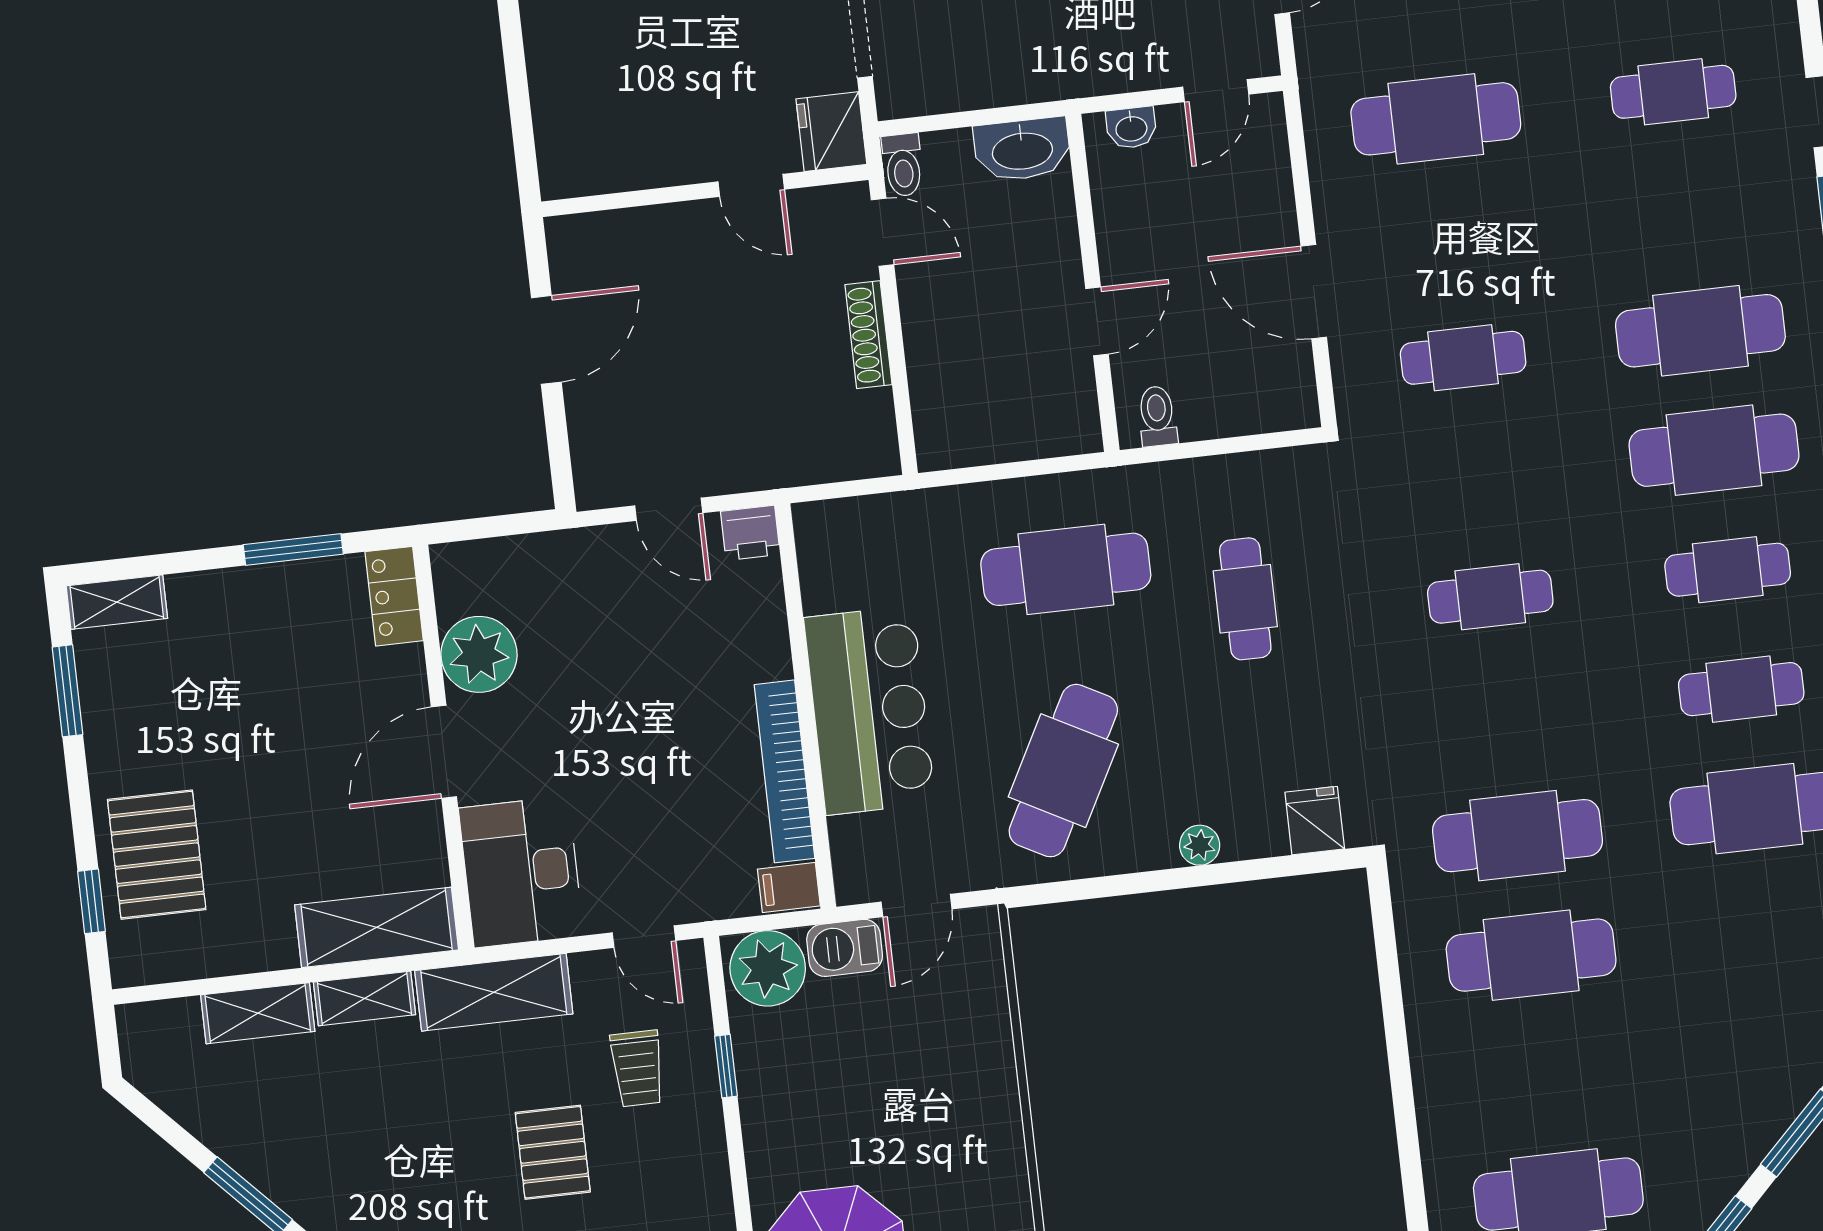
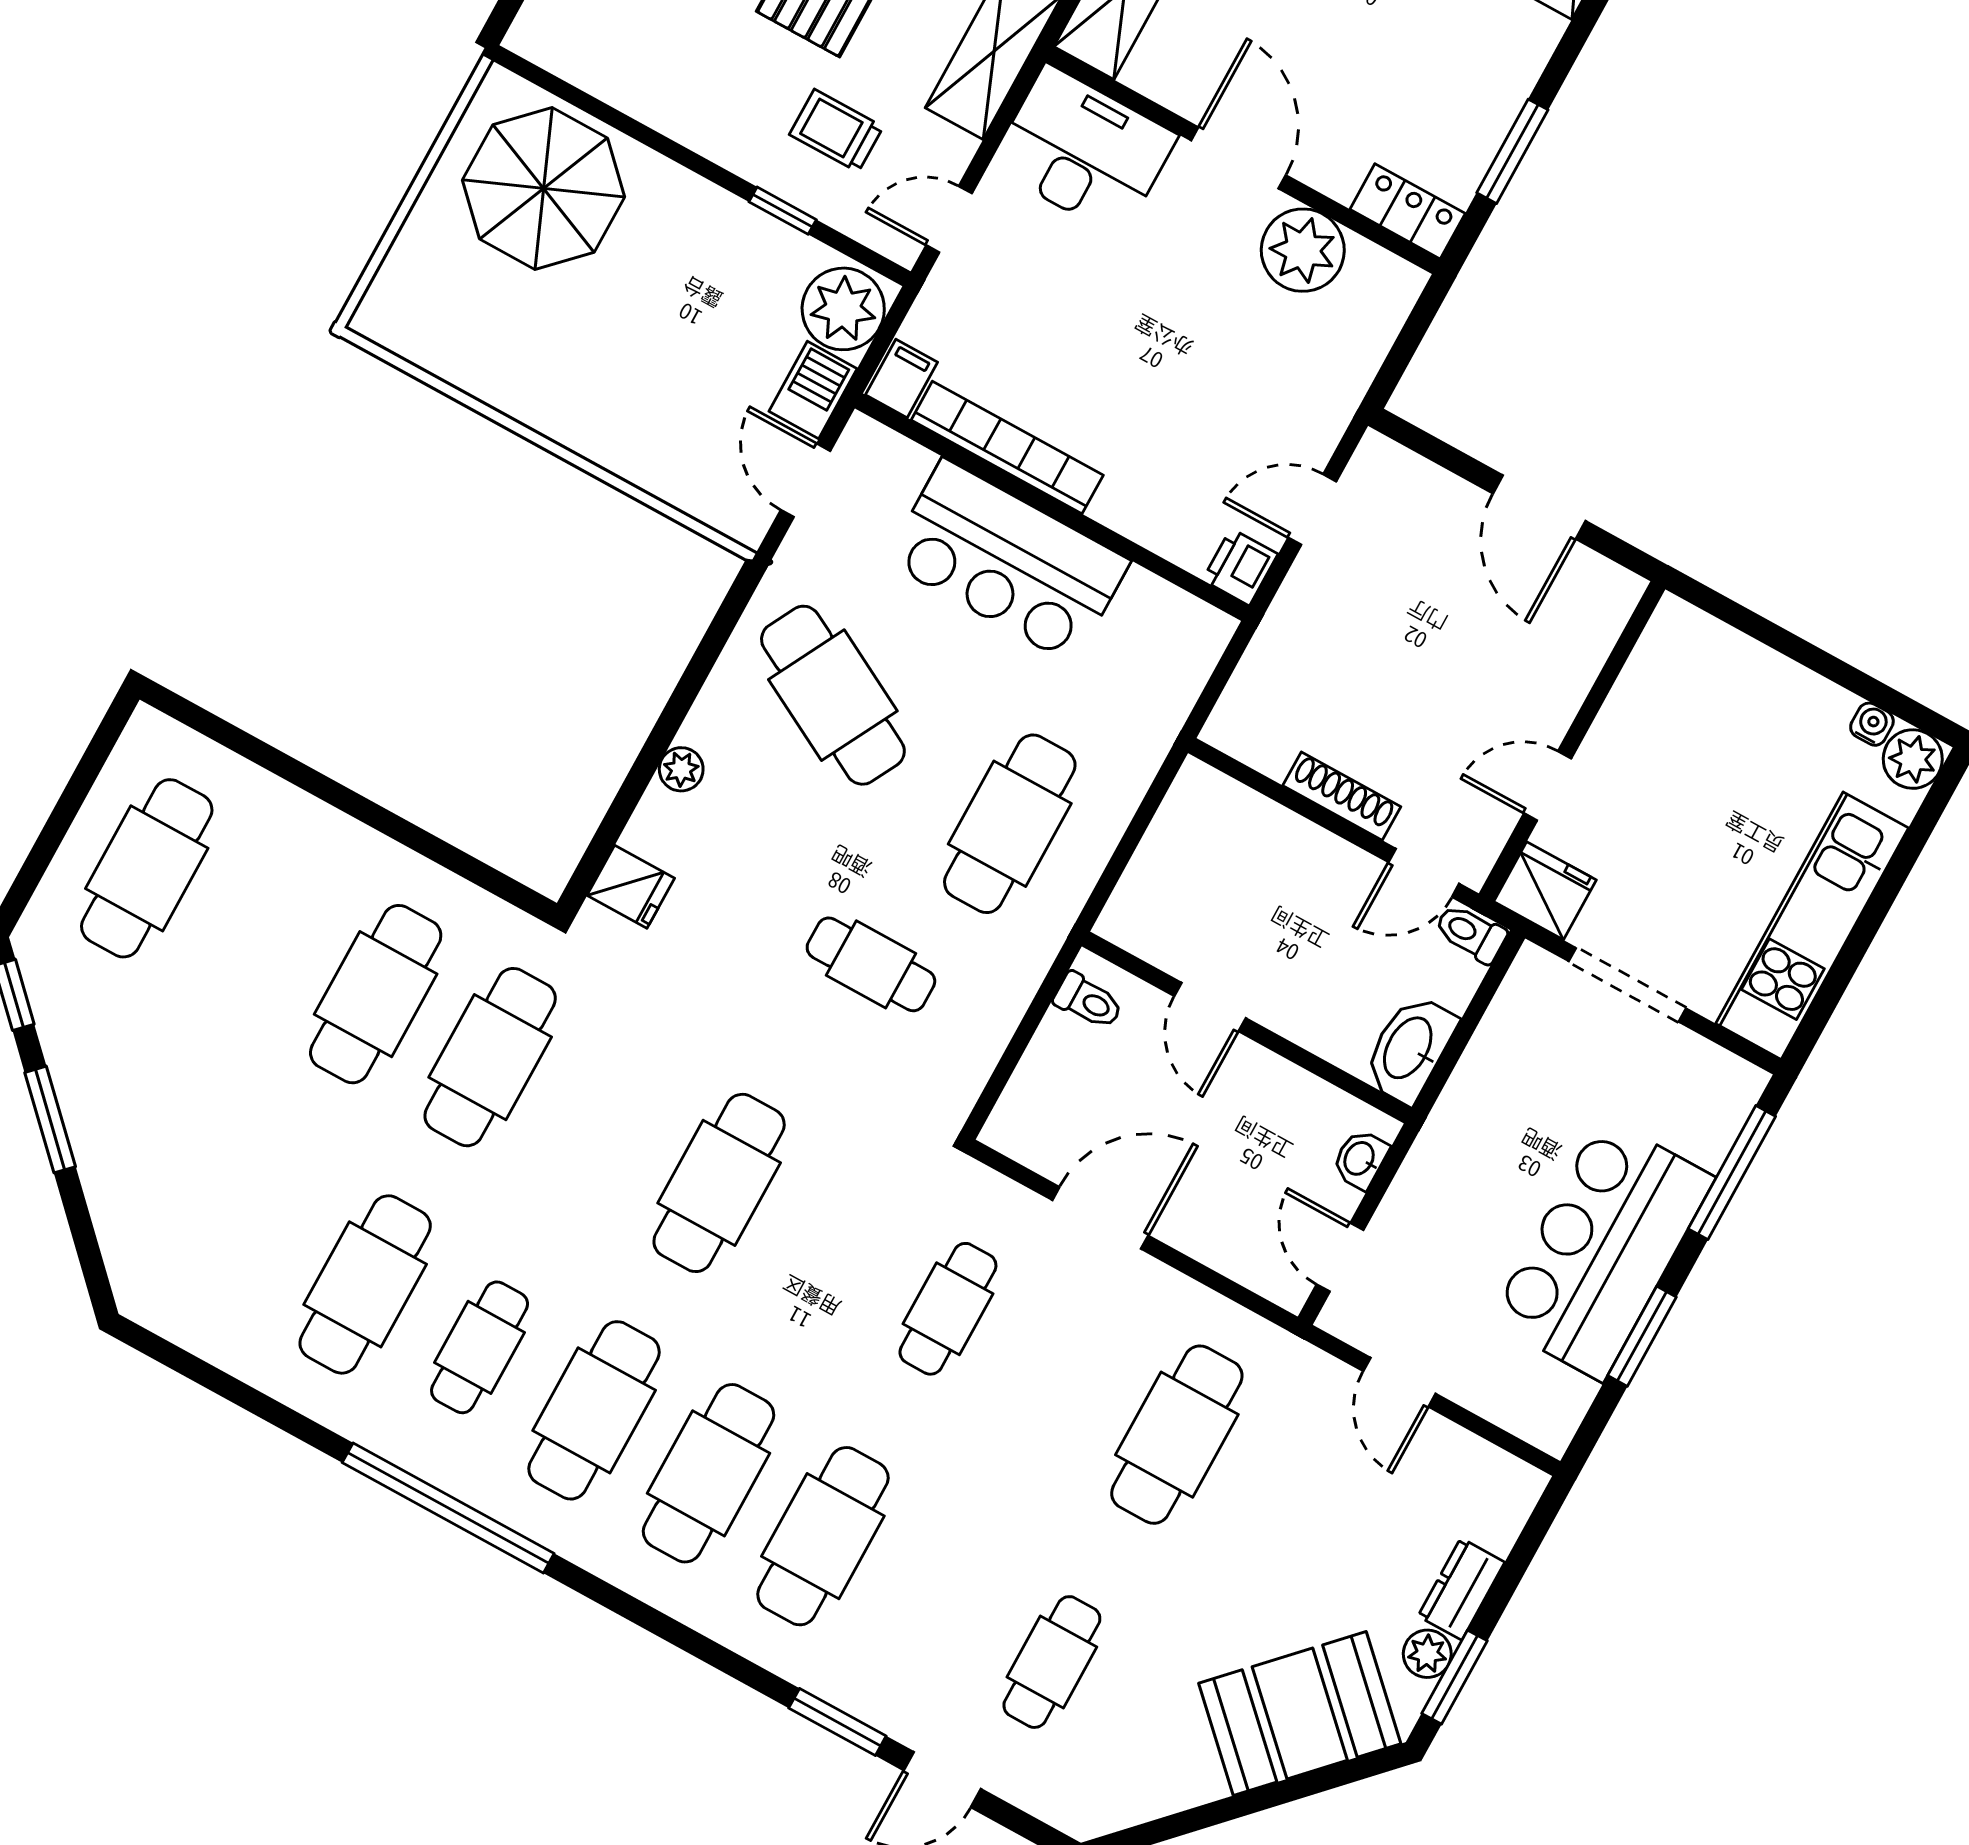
cafe table: (1728, 570) -> (594, 1410), width x1.37, depth x1.35
cafe table: (1490, 597) -> (719, 1183), width x1.37, depth x1.35

